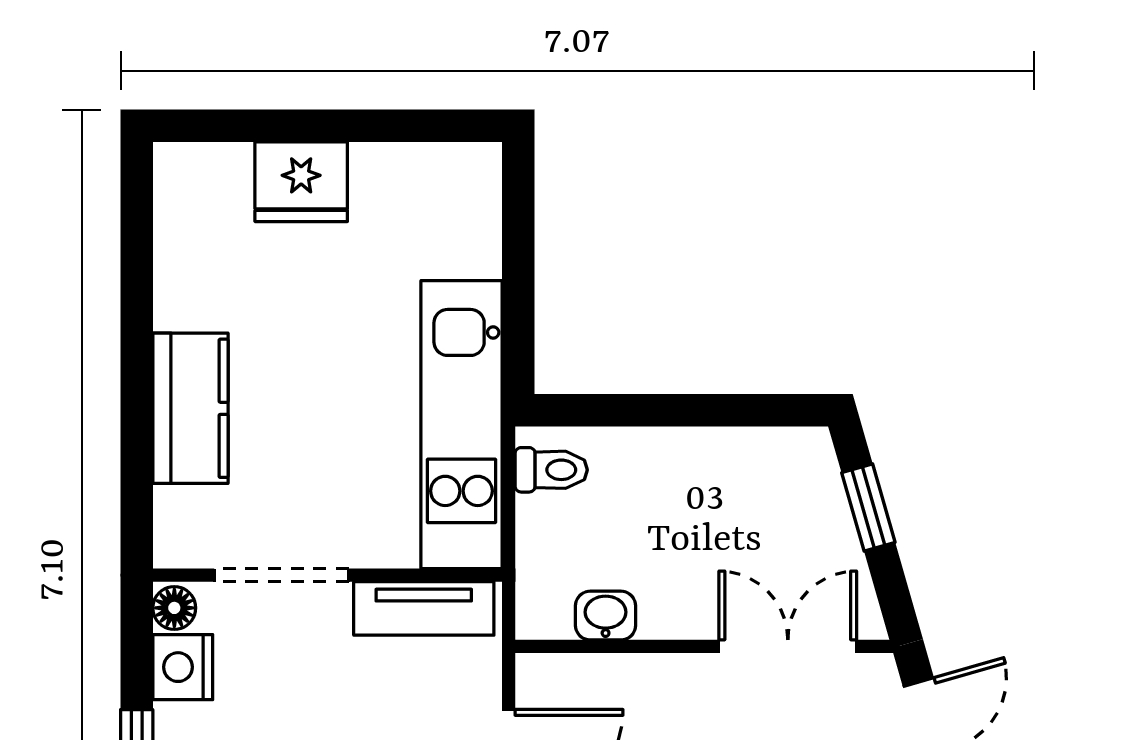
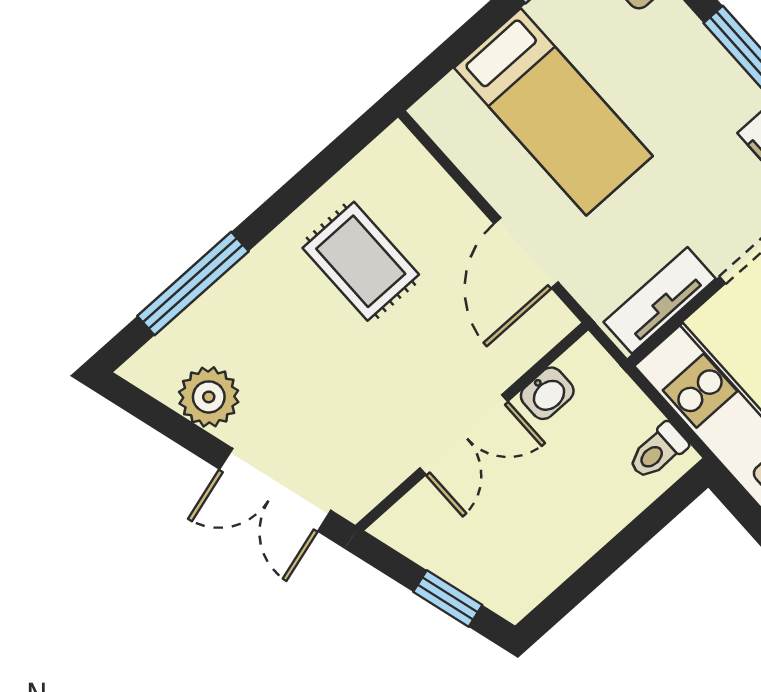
double door: (788, 646) -> (464, 435), moved

